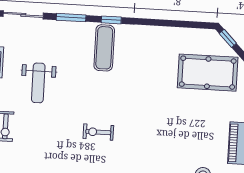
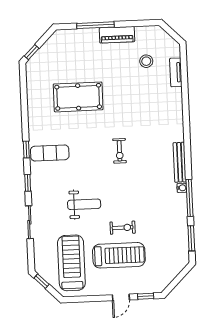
window: (71, 18) -> (28, 183), width x0.67
pool table: (208, 73) -> (78, 97), moved, turned 90

